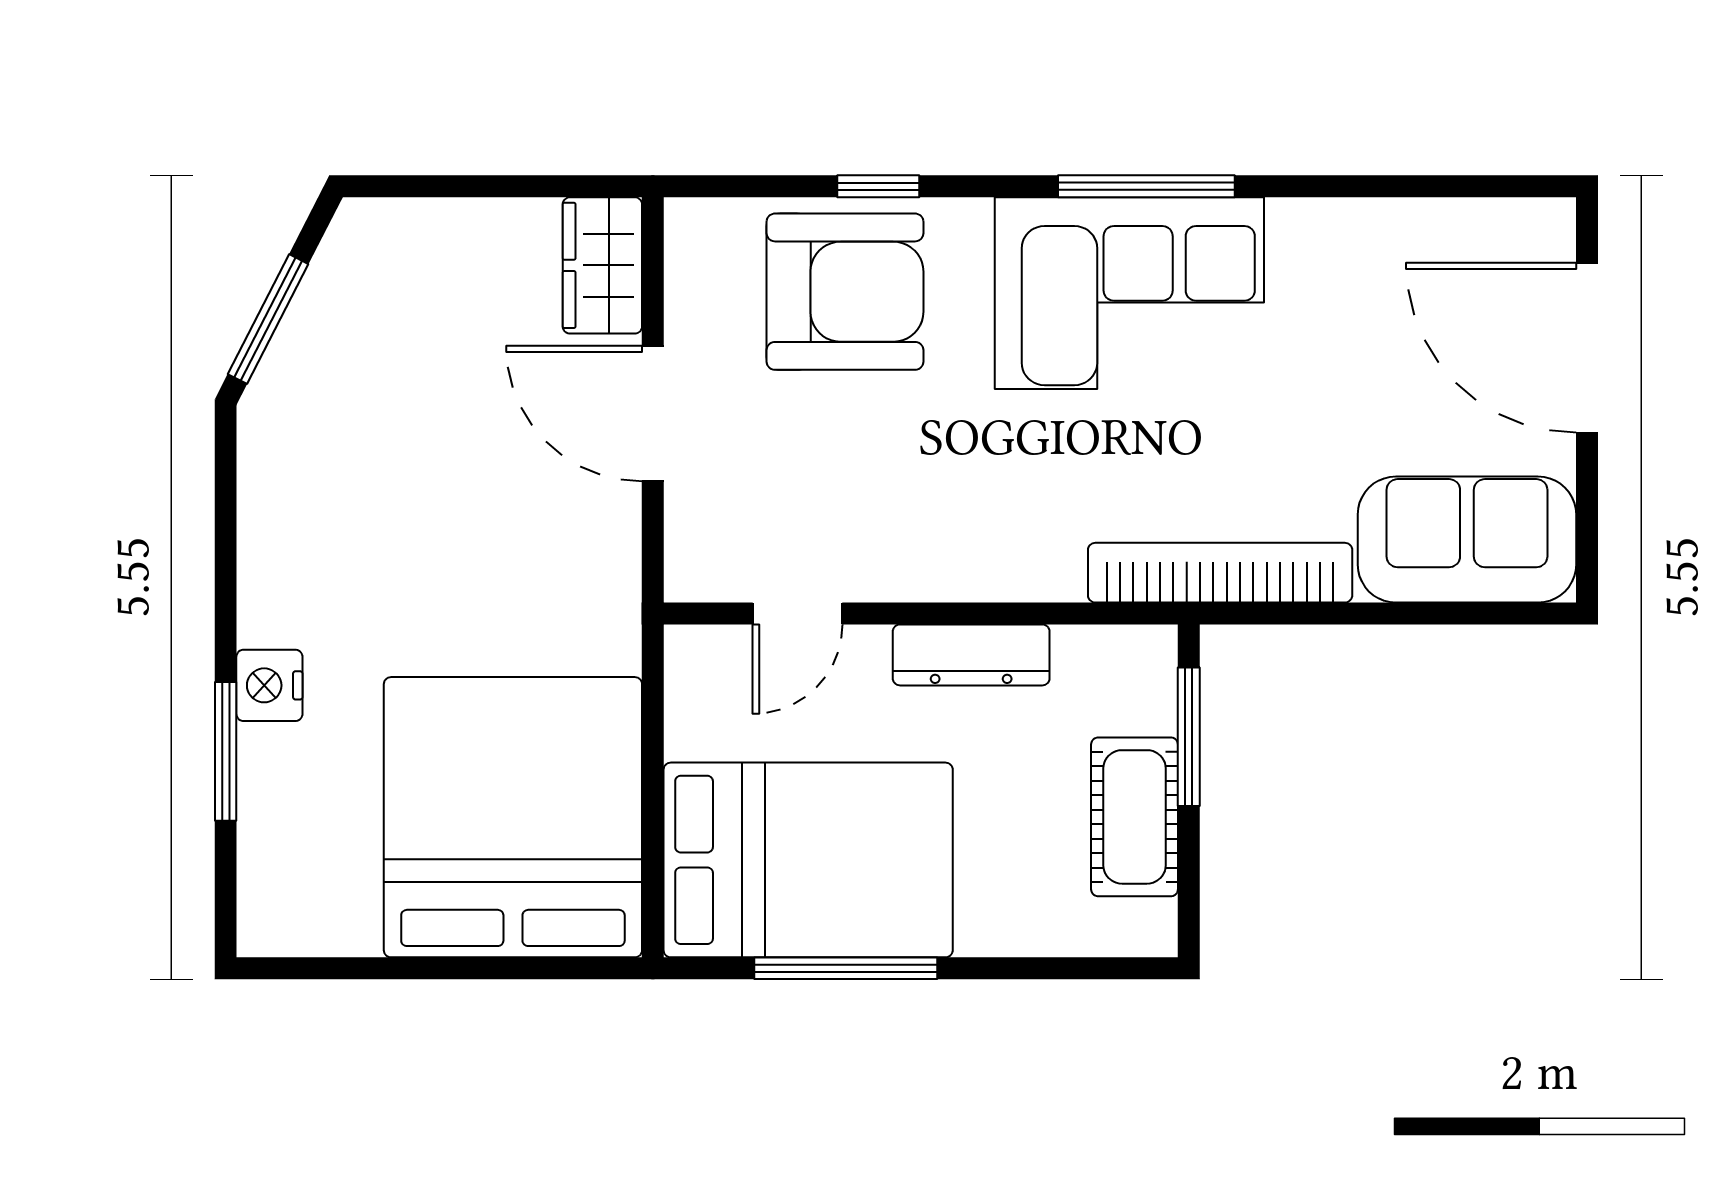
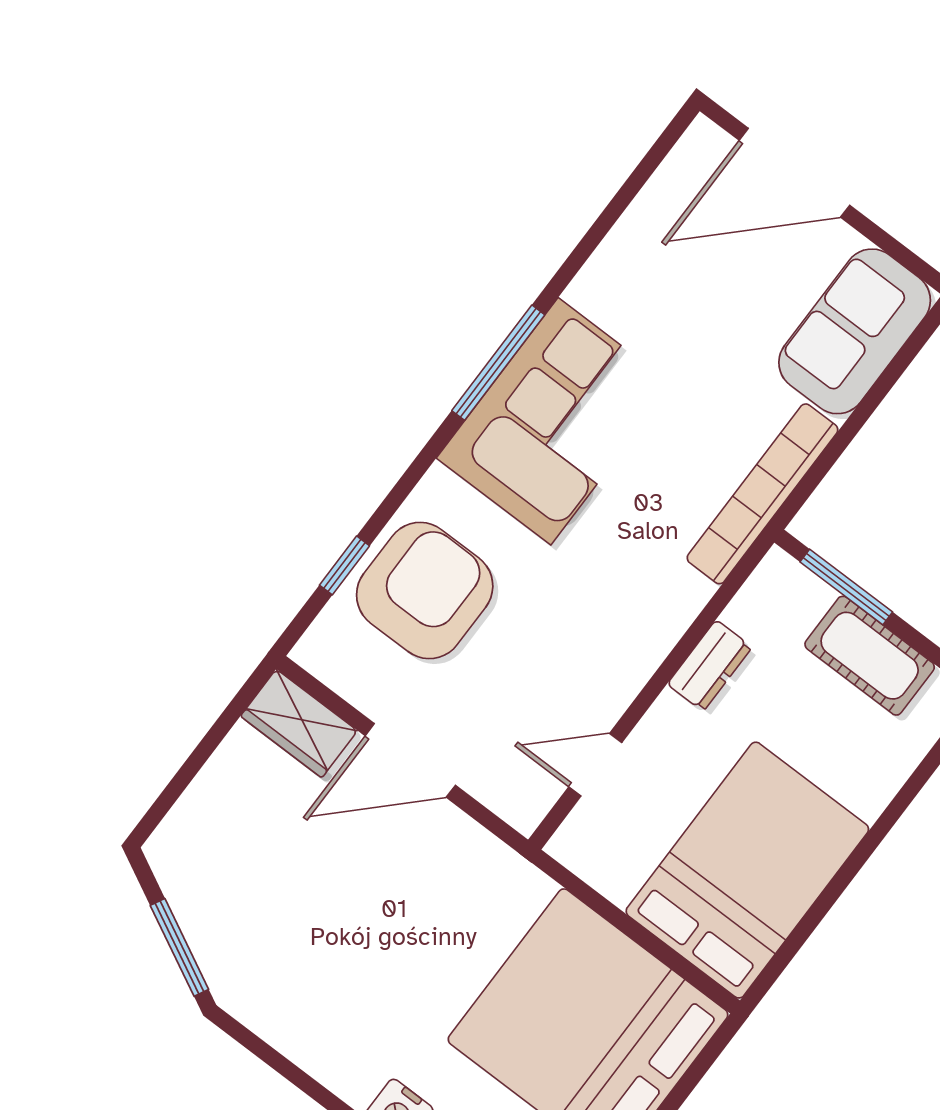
window: (878, 186) -> (344, 565), moved
door: (797, 613) -> (595, 765), swing flipped
dresser: (971, 655) -> (710, 666), width x0.70
window: (846, 968) -> (829, 897), removed

